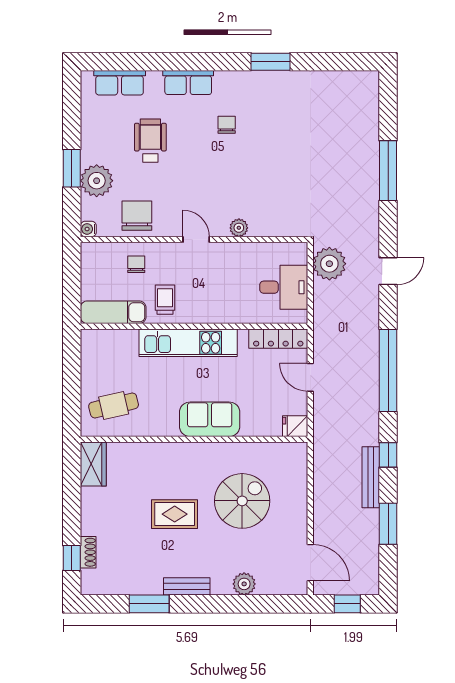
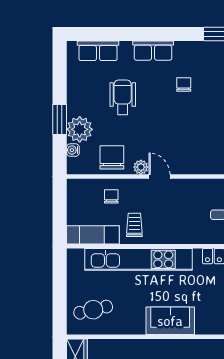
plant: (239, 228) -> (141, 167), moved
water cooler: (88, 229) -> (73, 150), moved
kitchen unit: (188, 343) -> (139, 259), width x1.36

